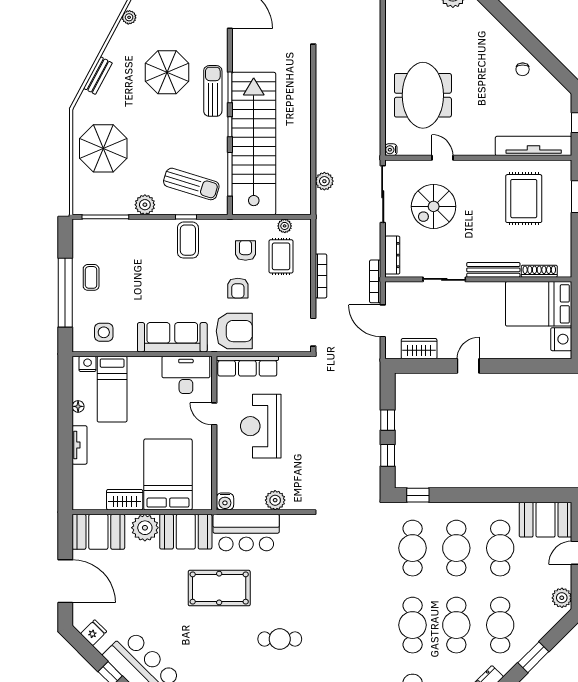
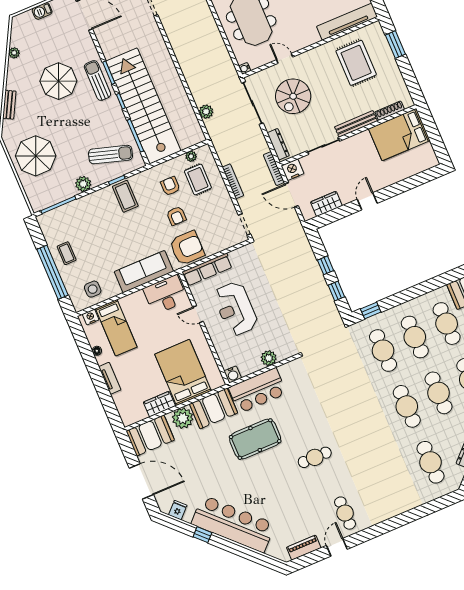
nightstand: (561, 339) -> (292, 170), moved, turned -90

